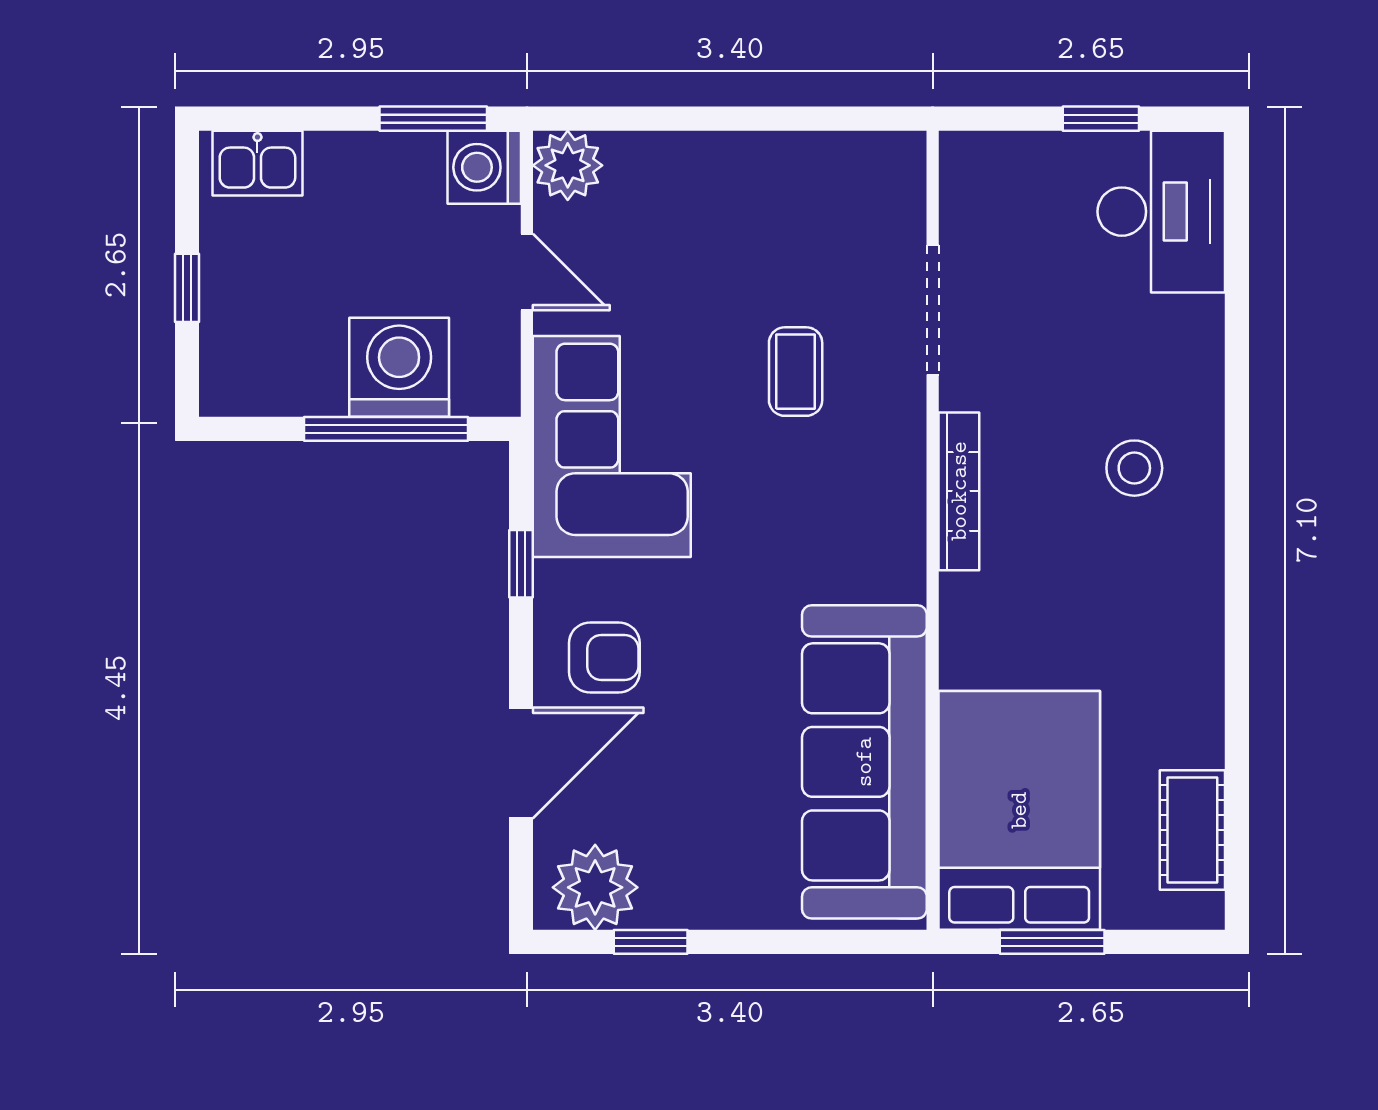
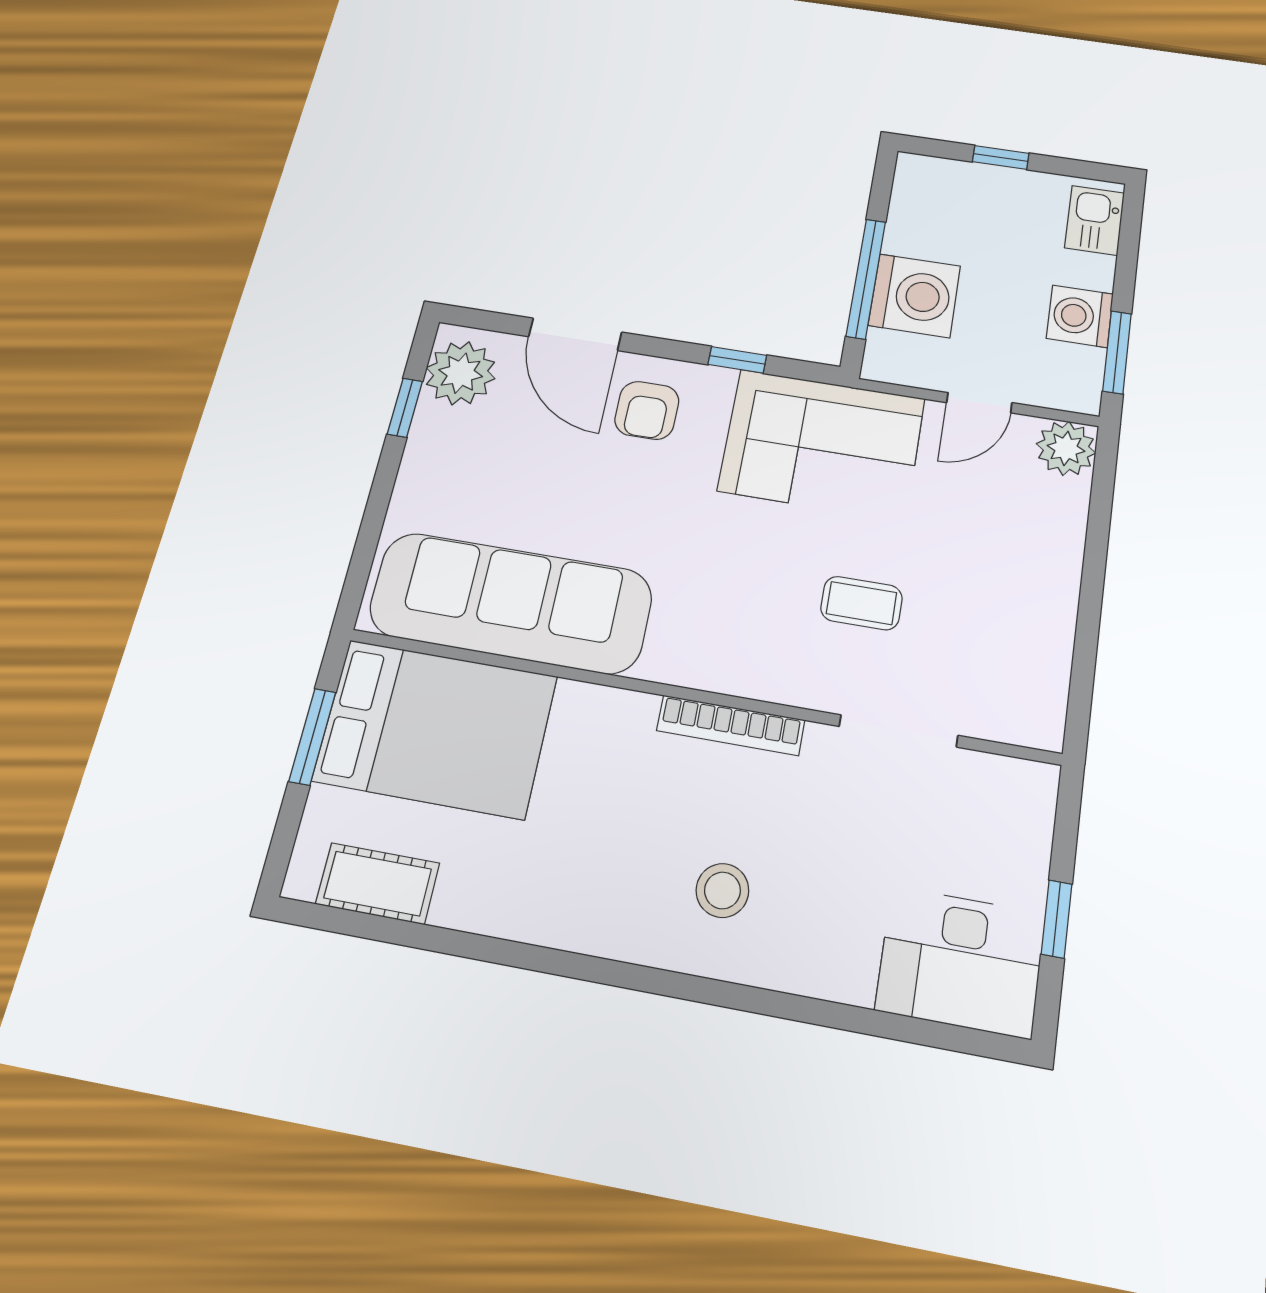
washing machine: (484, 167) -> (1080, 316), moved, turned -90

